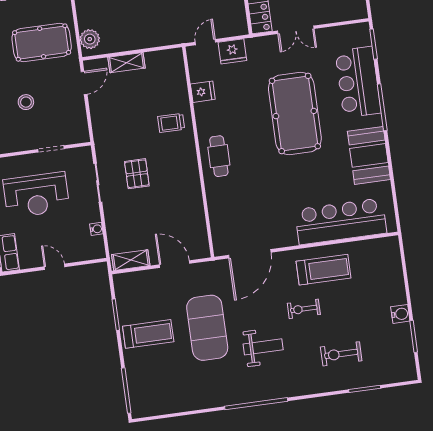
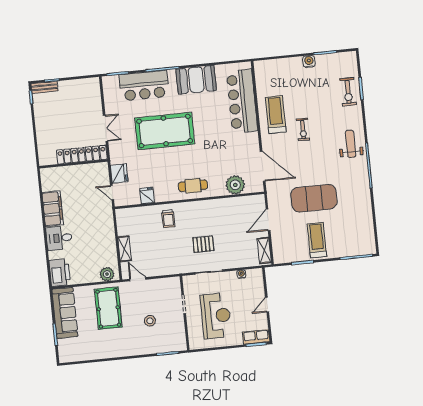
plant: (222, 216) -> (235, 185), added
weight bench: (263, 347) -> (351, 144), moved
exercise bike: (341, 354) -> (348, 92), moved

